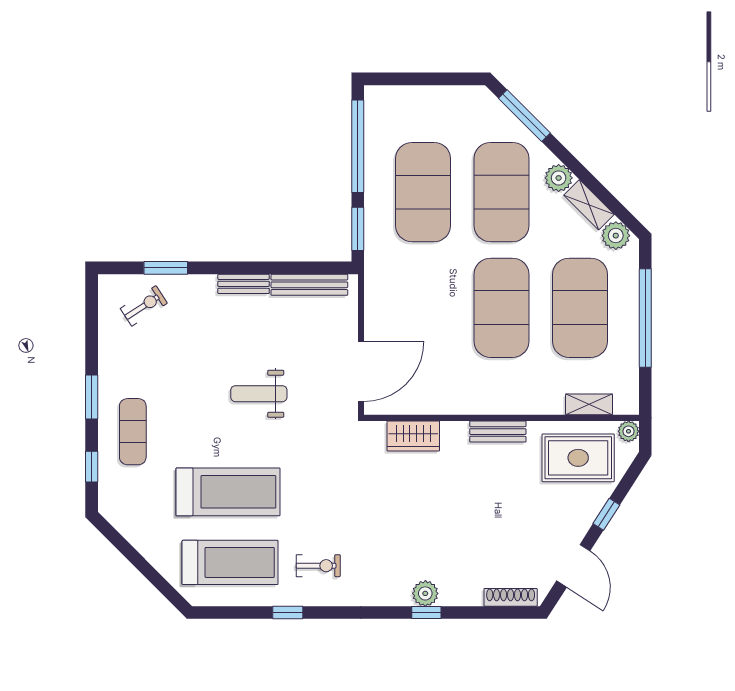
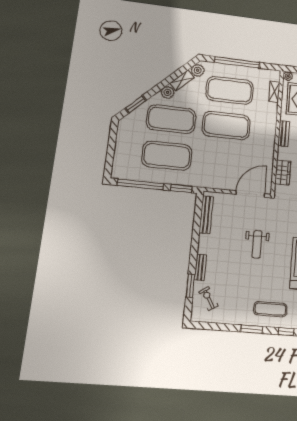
window: (524, 116) -> (136, 104), width x0.69
bench: (244, 284) -> (200, 267), moved
door: (361, 371) -> (250, 194), hinge flipped

